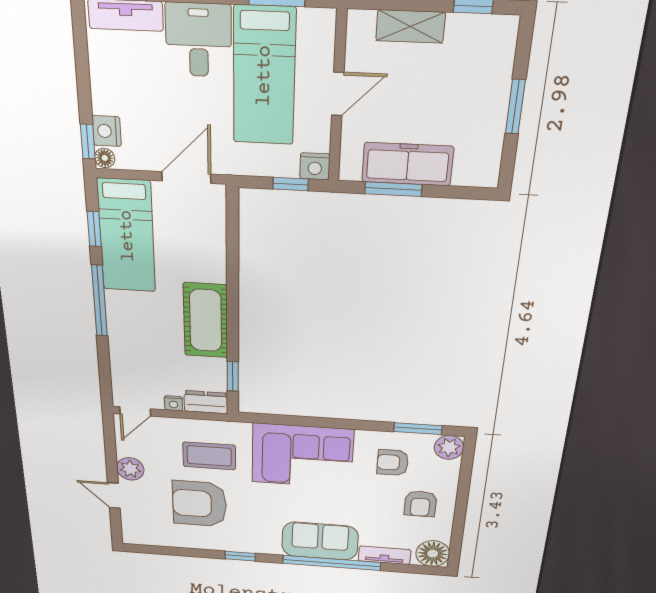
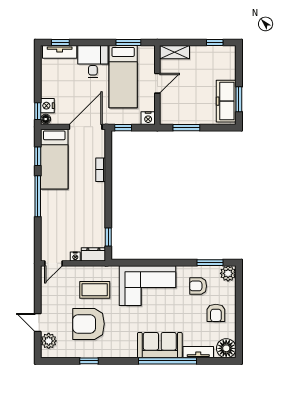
shelving: (410, 26) -> (175, 52), moved
window: (515, 107) -> (239, 99), moved
freezer: (408, 164) -> (226, 101), moved, turned -90
door: (186, 177) -> (86, 127), width x1.36
window: (291, 184) -> (123, 128), moved
bookcase: (218, 260) -> (101, 170), added
cot: (206, 321) -> (94, 204), removed
plant: (130, 469) -> (49, 341), moved
window: (240, 556) -> (89, 361), moved

